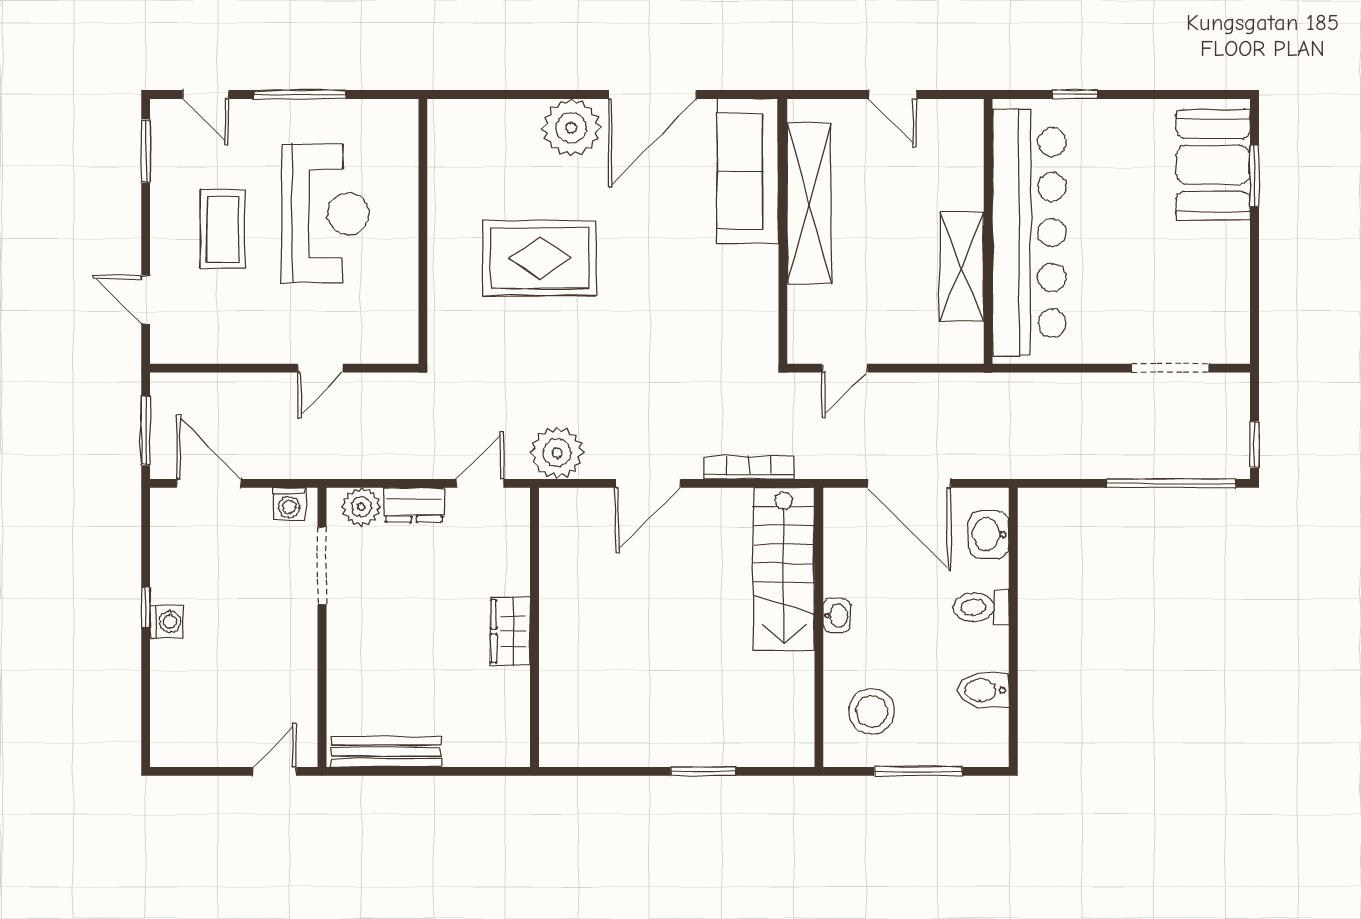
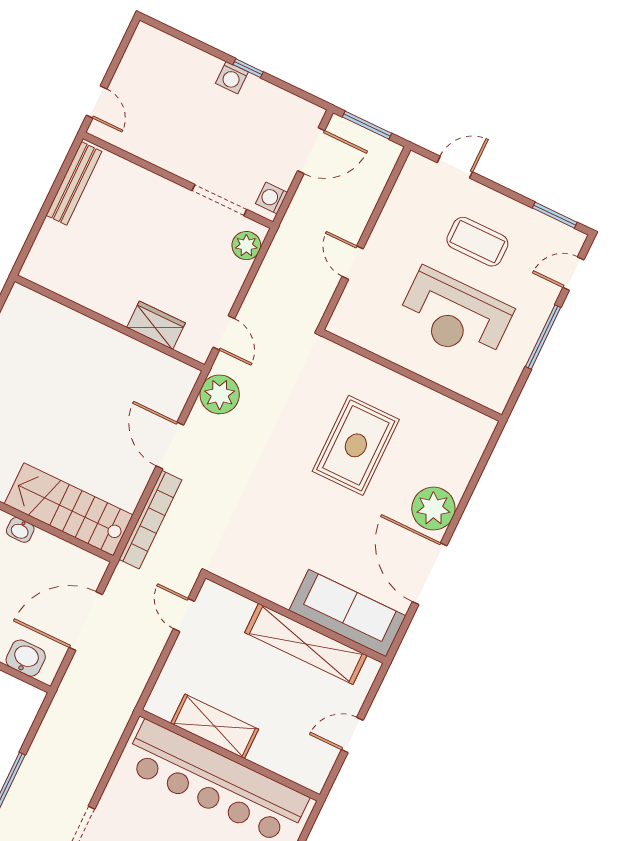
bookcase: (749, 468) -> (150, 520), width x1.48, depth x1.31
dresser: (414, 505) -> (231, 282), removed
wardrobe: (510, 631) -> (156, 325), moved

